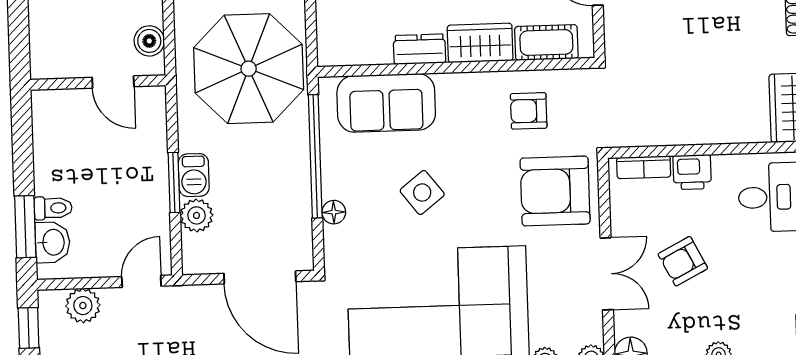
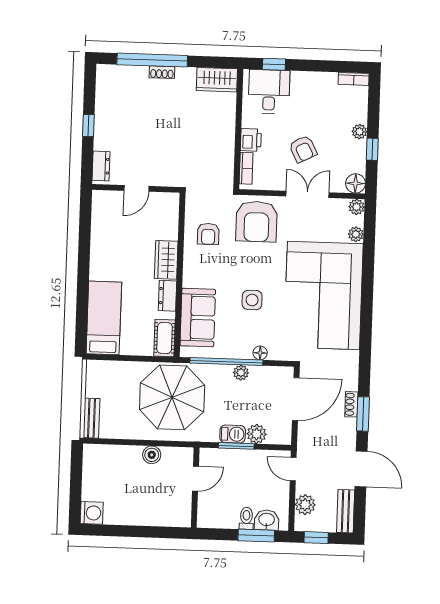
cot: (546, 43) -> (165, 338), moved
door: (113, 82) -> (195, 479), moved
wall: (98, 83) -> (195, 488), moved
plant: (298, 182) -> (241, 373), added
side table: (422, 193) -> (252, 300), turned 38

